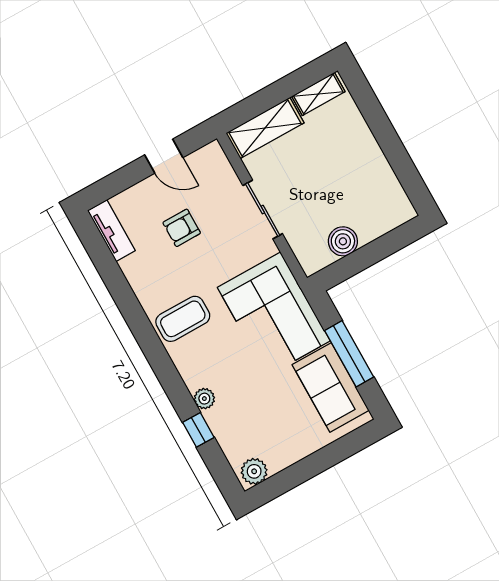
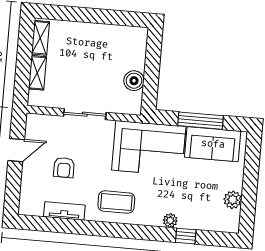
shelving: (265, 128) -> (37, 73), width x0.67, depth x0.75
tv unit: (111, 231) -> (64, 211), moved
coffee table: (183, 319) -> (116, 202), turned 90
plant: (254, 471) -> (233, 200), moved

